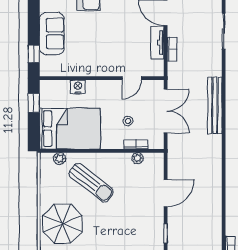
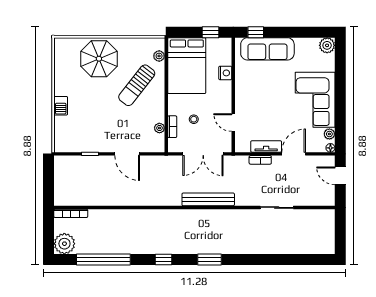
sofa: (52, 34) -> (267, 49), width x1.36

